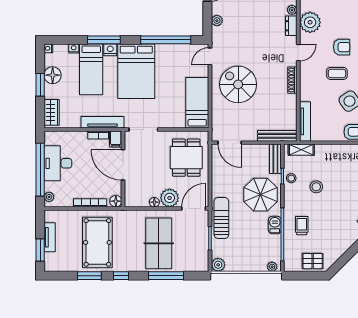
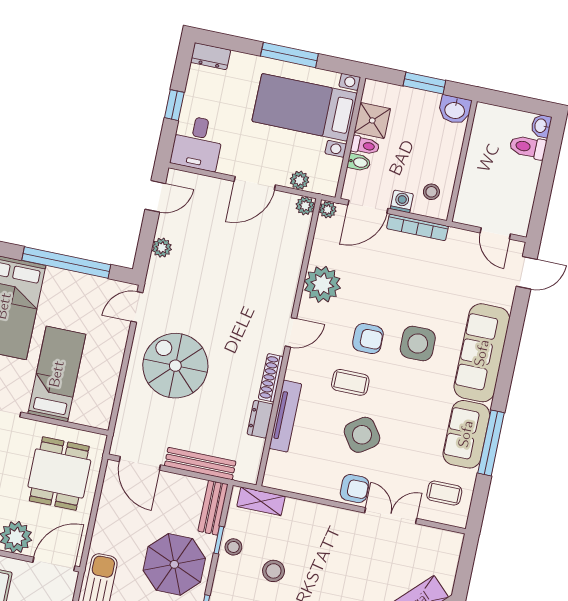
plant: (292, 10) -> (295, 256), removed
dresser: (291, 26) -> (260, 419), moved
bed: (197, 103) -> (57, 374), moved
tv unit: (305, 121) -> (285, 416), moved
bench: (277, 136) -> (200, 464), moved

